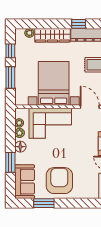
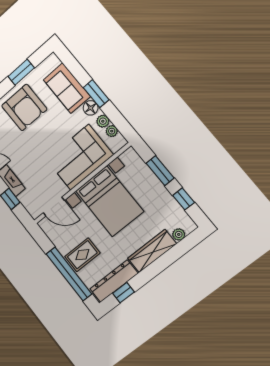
window: (79, 24) -> (123, 293), moved
window: (10, 162) -> (96, 94), moved
sofa: (25, 182) -> (67, 88), moved

